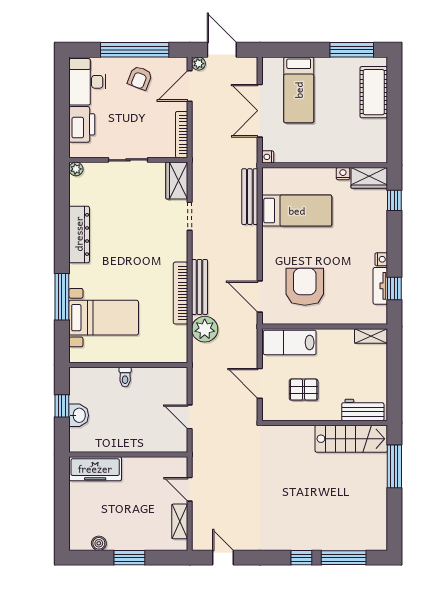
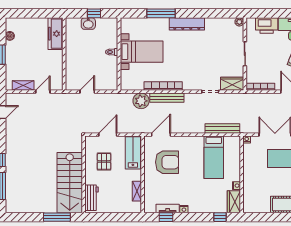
dresser: (79, 234) -> (187, 24), moved
bed with nightstands: (104, 318) -> (142, 52), moved, turned -90
shelving: (371, 336) -> (137, 191), moved
stairs: (351, 439) -> (70, 183), width x1.36, depth x1.51

